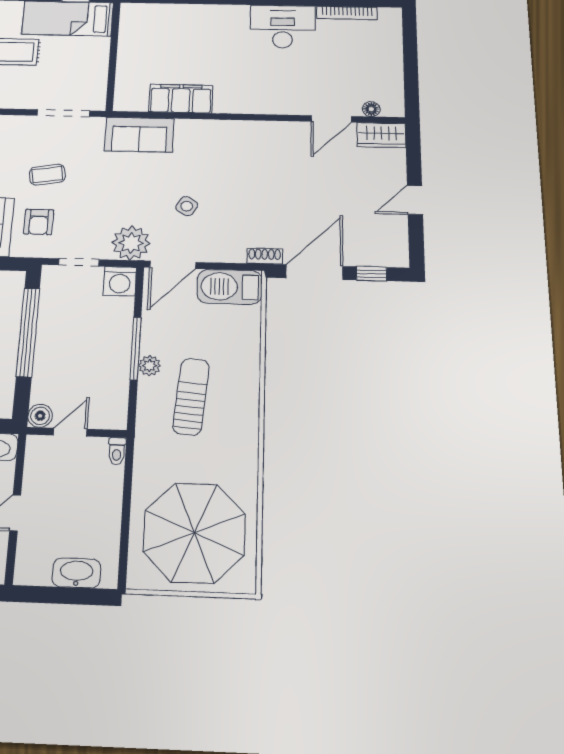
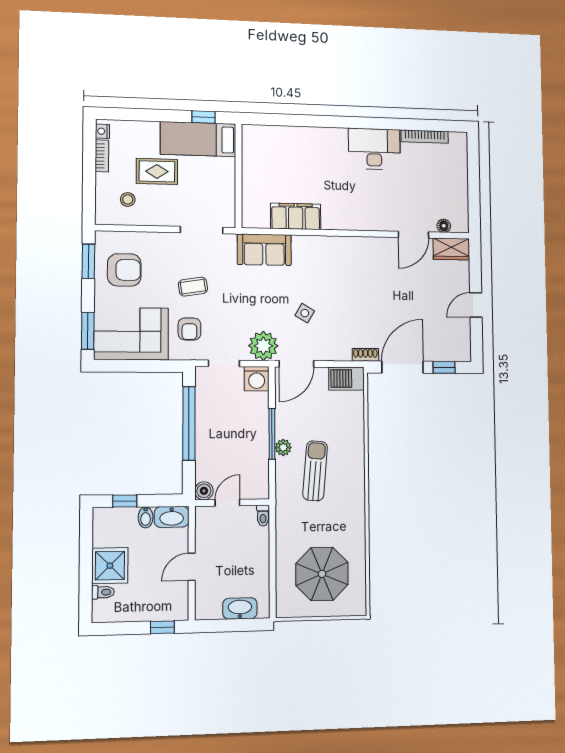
barbecue: (230, 287) -> (347, 379), width x0.73, depth x0.83
parasol: (194, 533) -> (322, 574), width x0.73, depth x0.73

